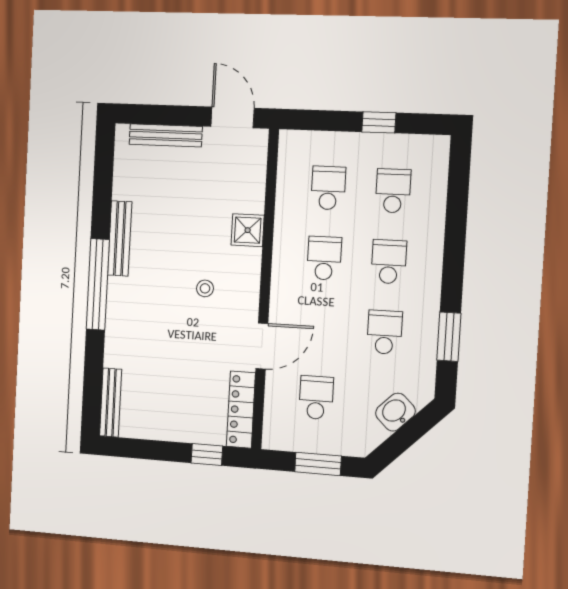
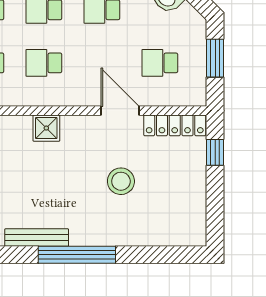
shower: (248, 230) -> (46, 128), moved
stool: (205, 288) -> (121, 181), moved, width x1.89, depth x1.89
bench: (111, 403) -> (177, 238), removed

